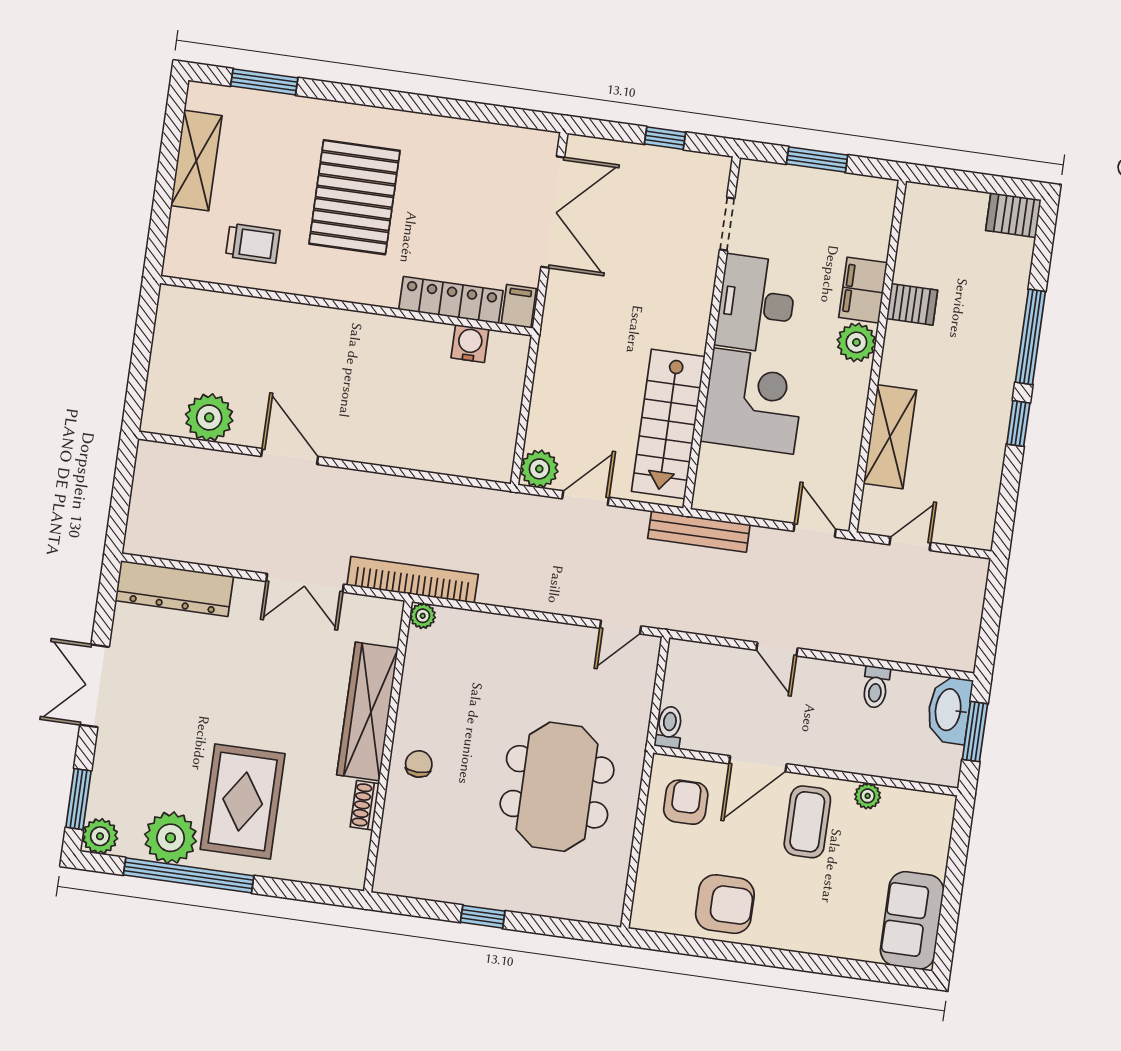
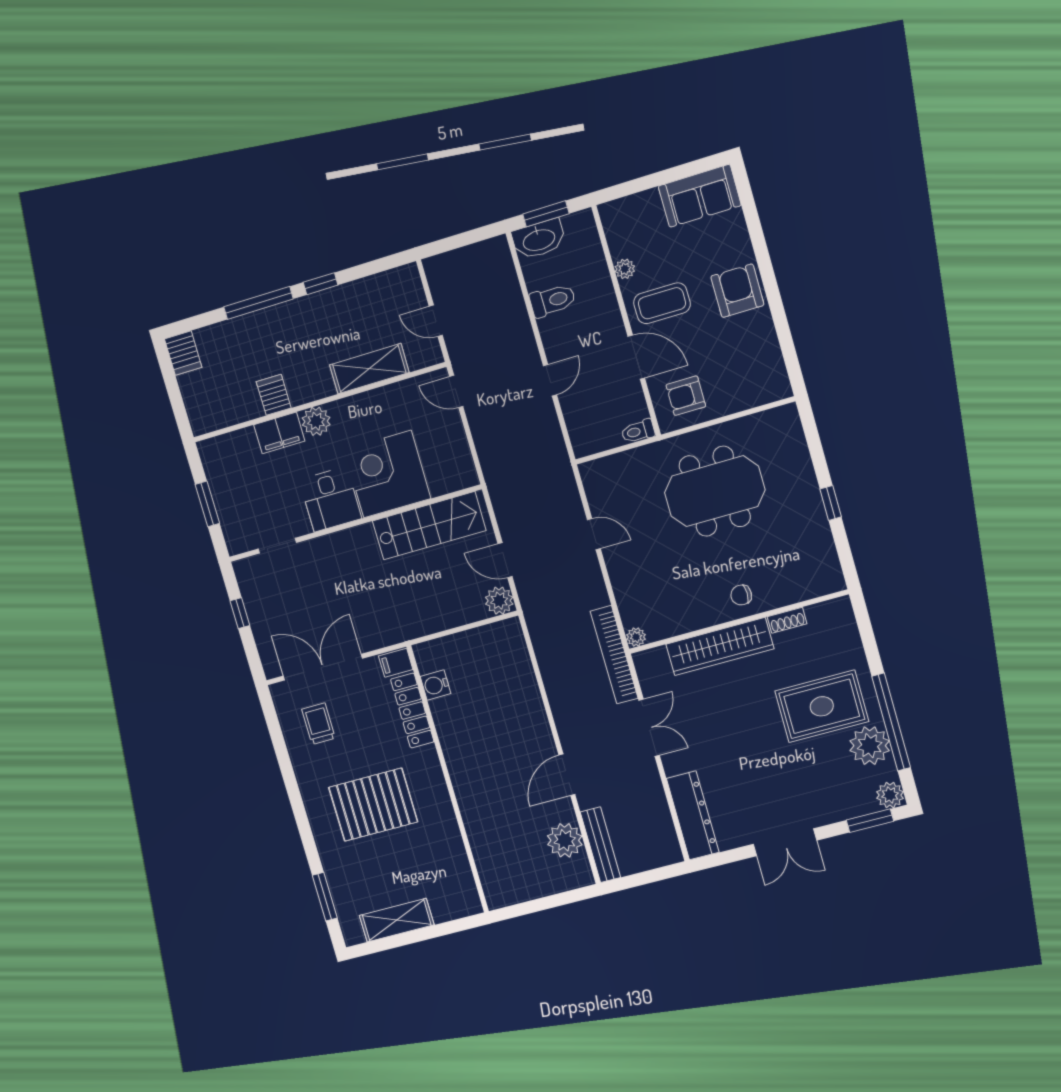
trolley: (253, 243) -> (318, 724), moved
desk: (756, 304) -> (330, 499), width x0.73
door: (815, 530) -> (456, 391), hinge flipped
bench: (699, 532) -> (600, 845), moved
door: (621, 627) -> (594, 534), moved
toilet: (876, 687) -> (553, 300), width x1.37, depth x1.39
armchair: (725, 904) -> (737, 291), moved

